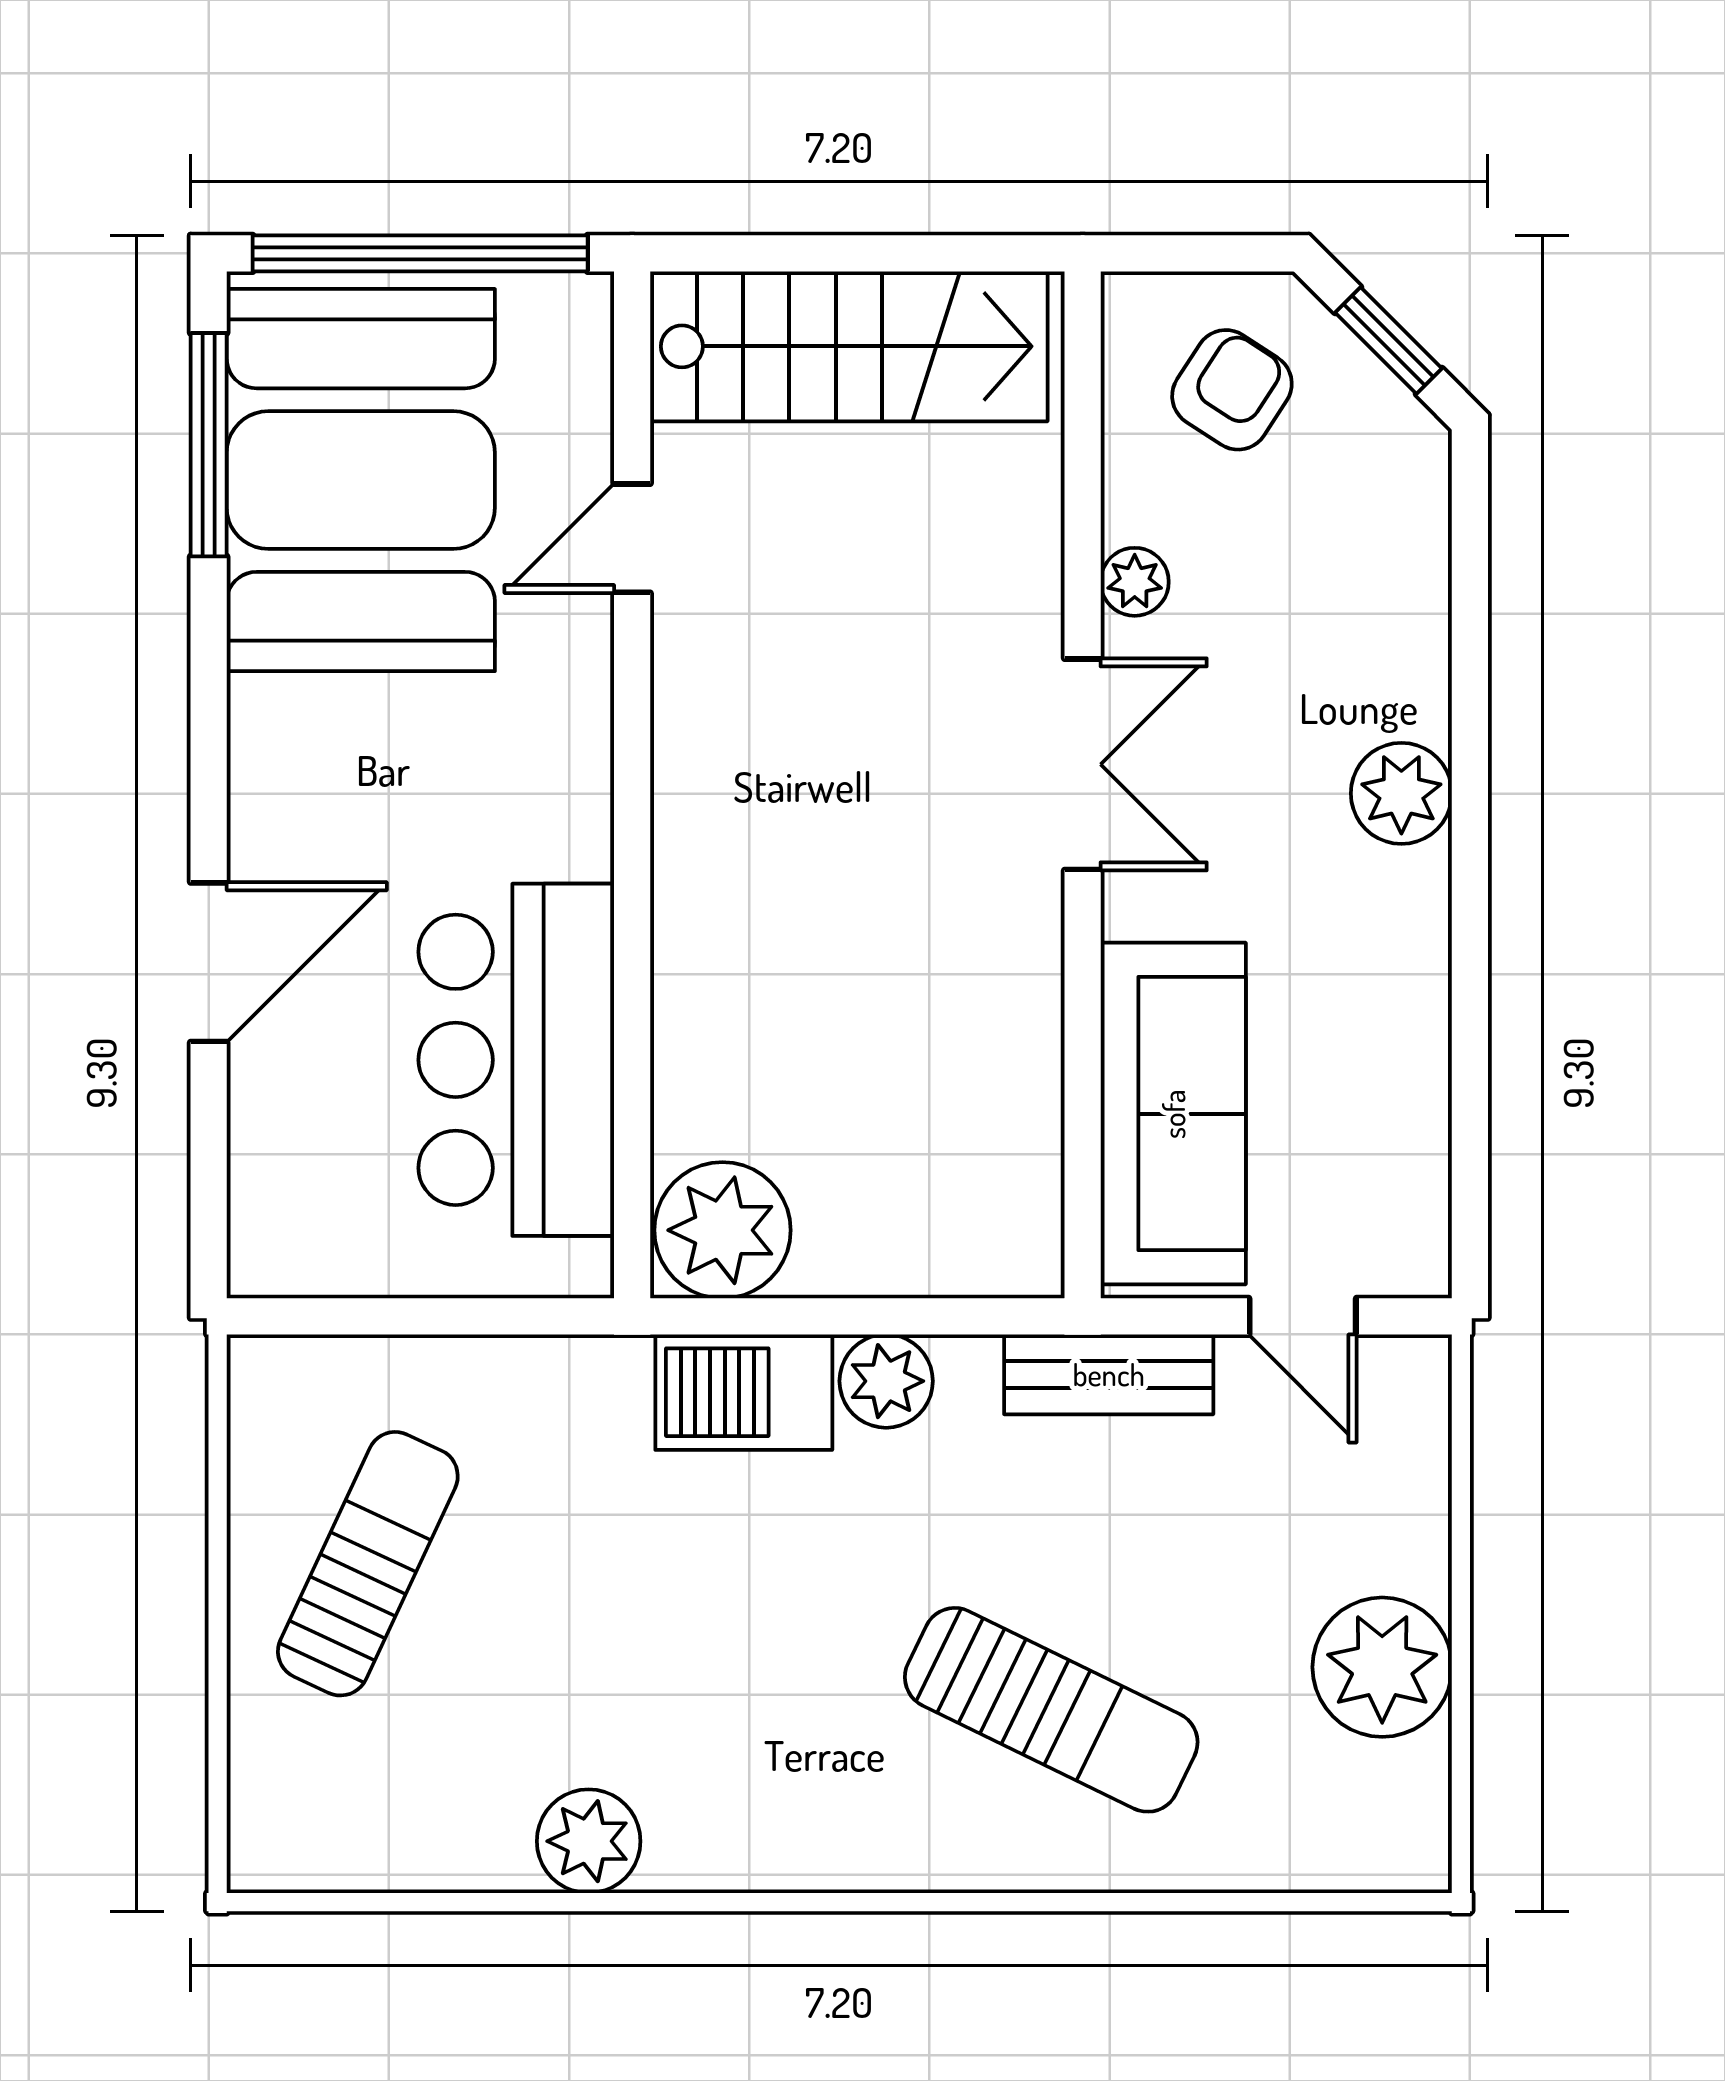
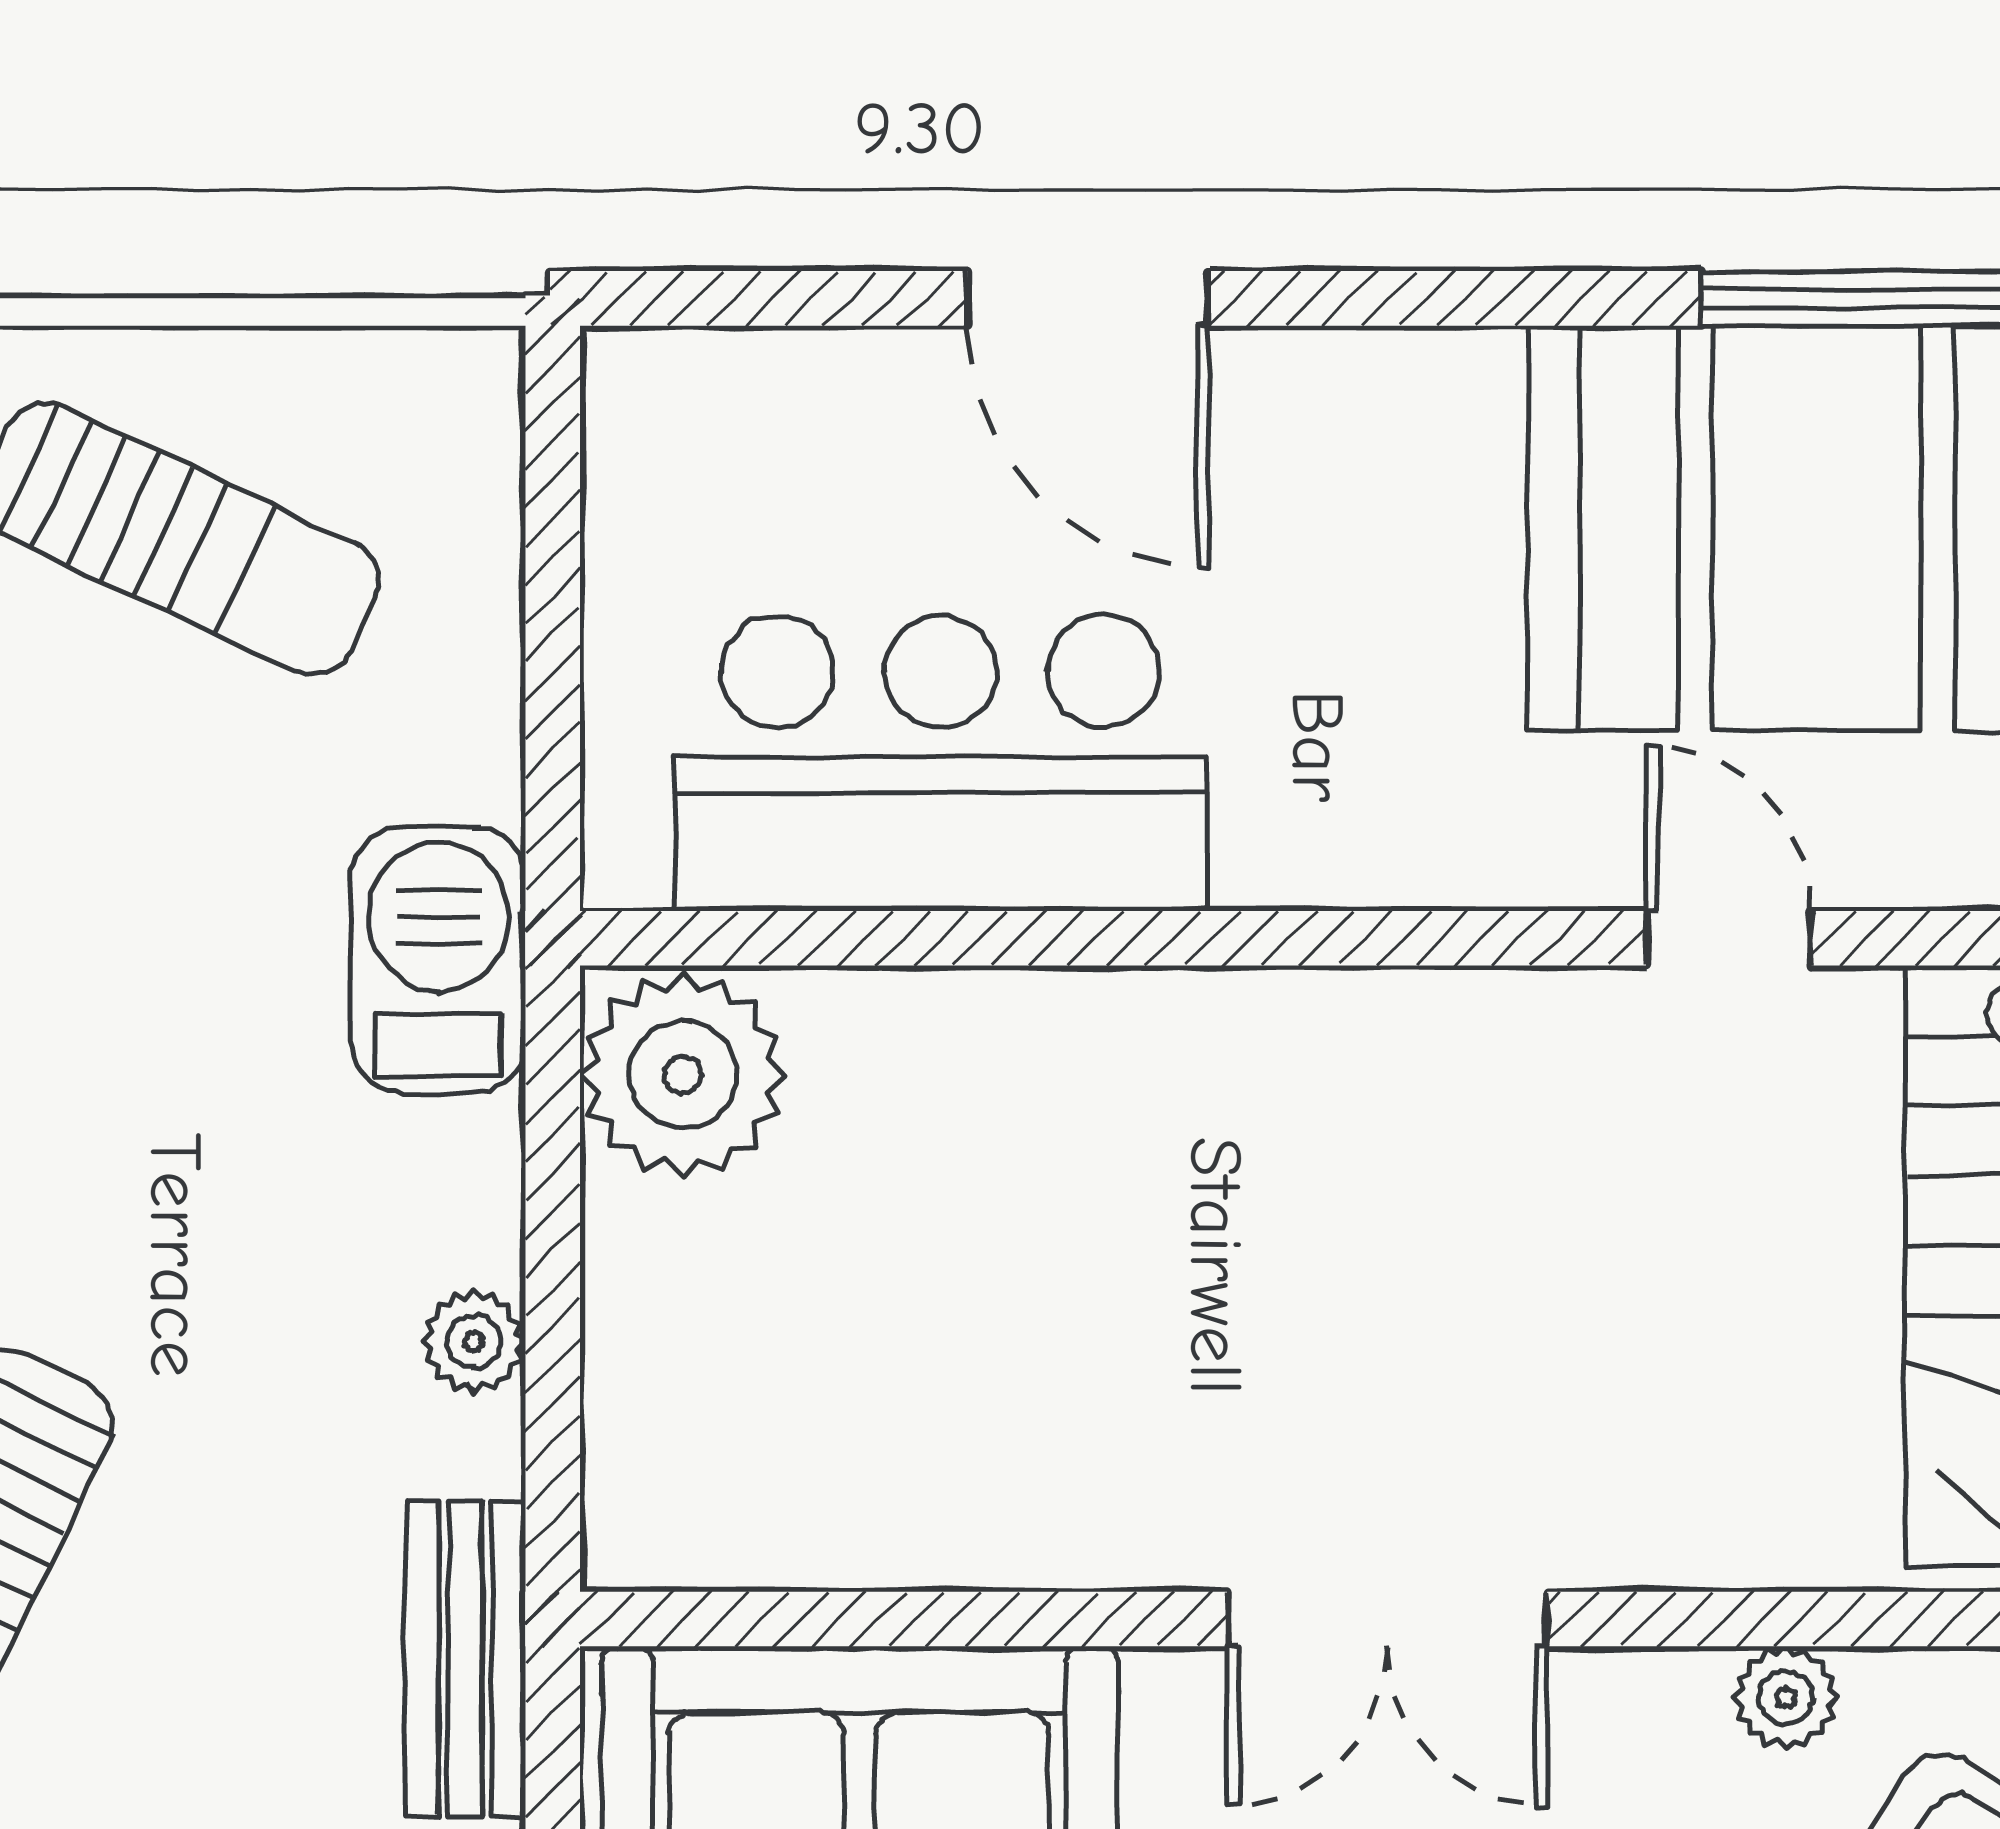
plant: (1135, 582) -> (1786, 1698), moved
plant: (886, 1381) -> (474, 1341), width x0.73, depth x0.73
barbecue: (744, 1392) -> (438, 960), moved

